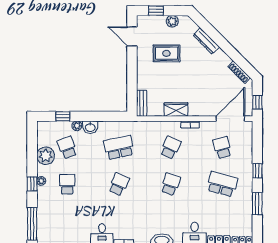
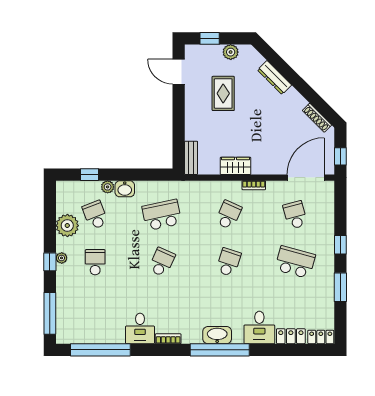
rug: (166, 53) -> (223, 93), turned 90

